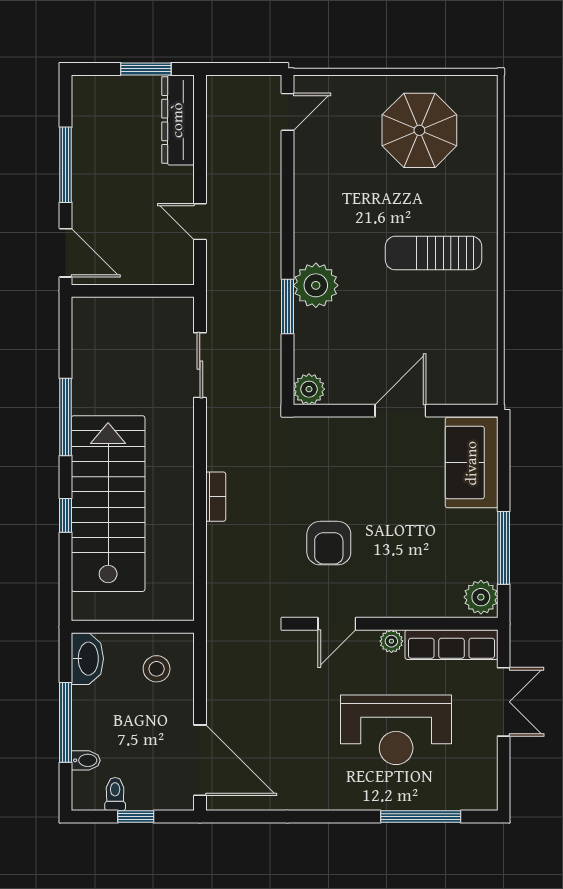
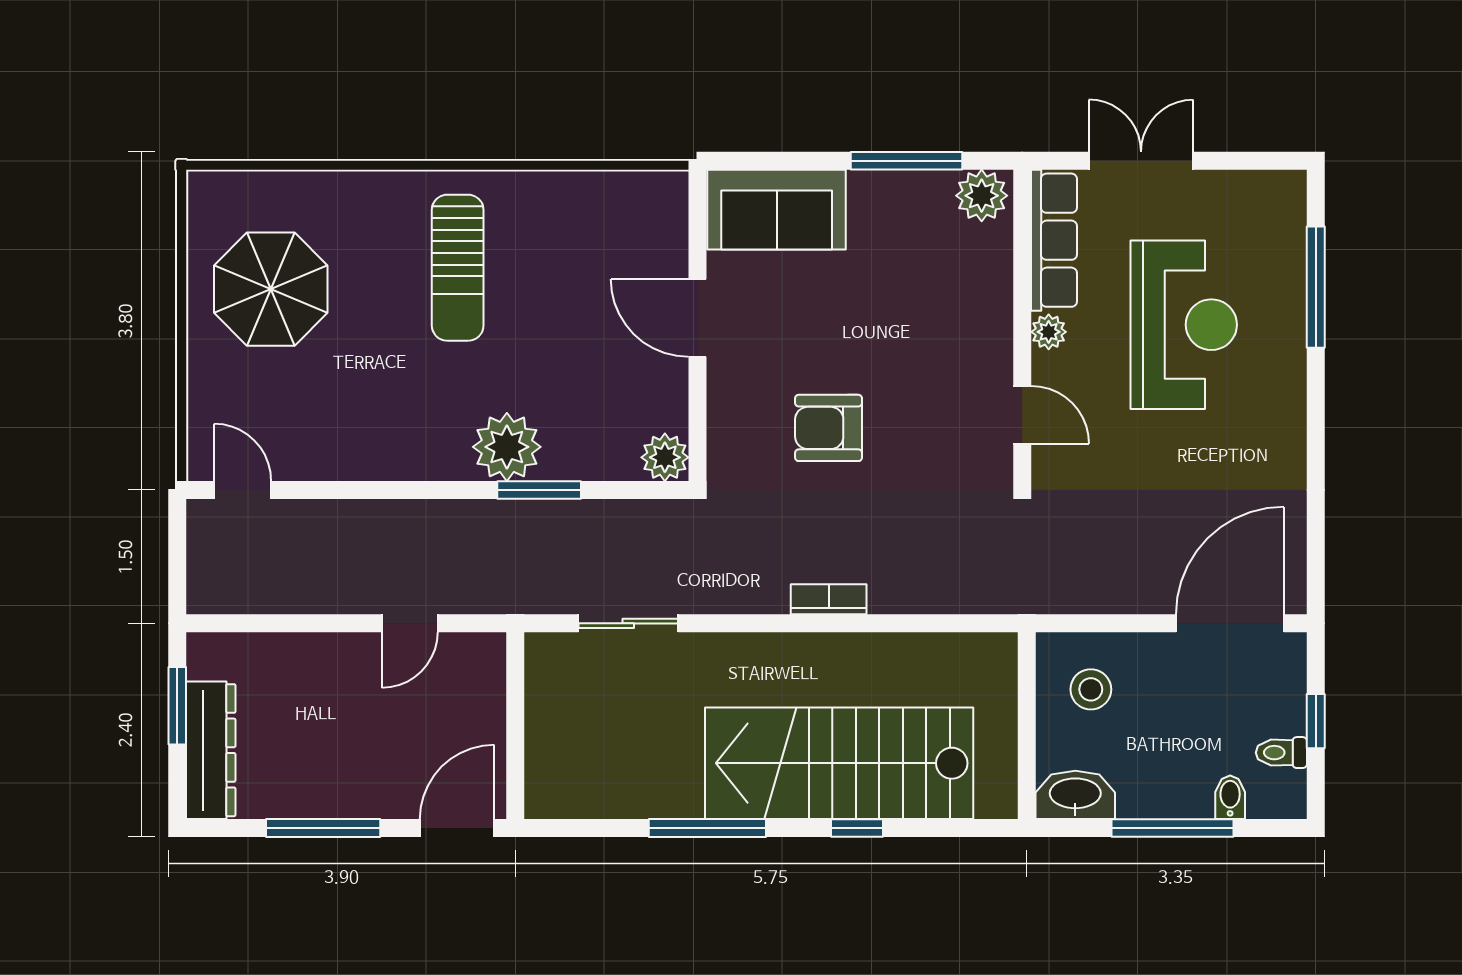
dresser: (178, 120) -> (211, 750), moved, turned -90
armchair: (329, 543) -> (829, 428), moved, turned 180

